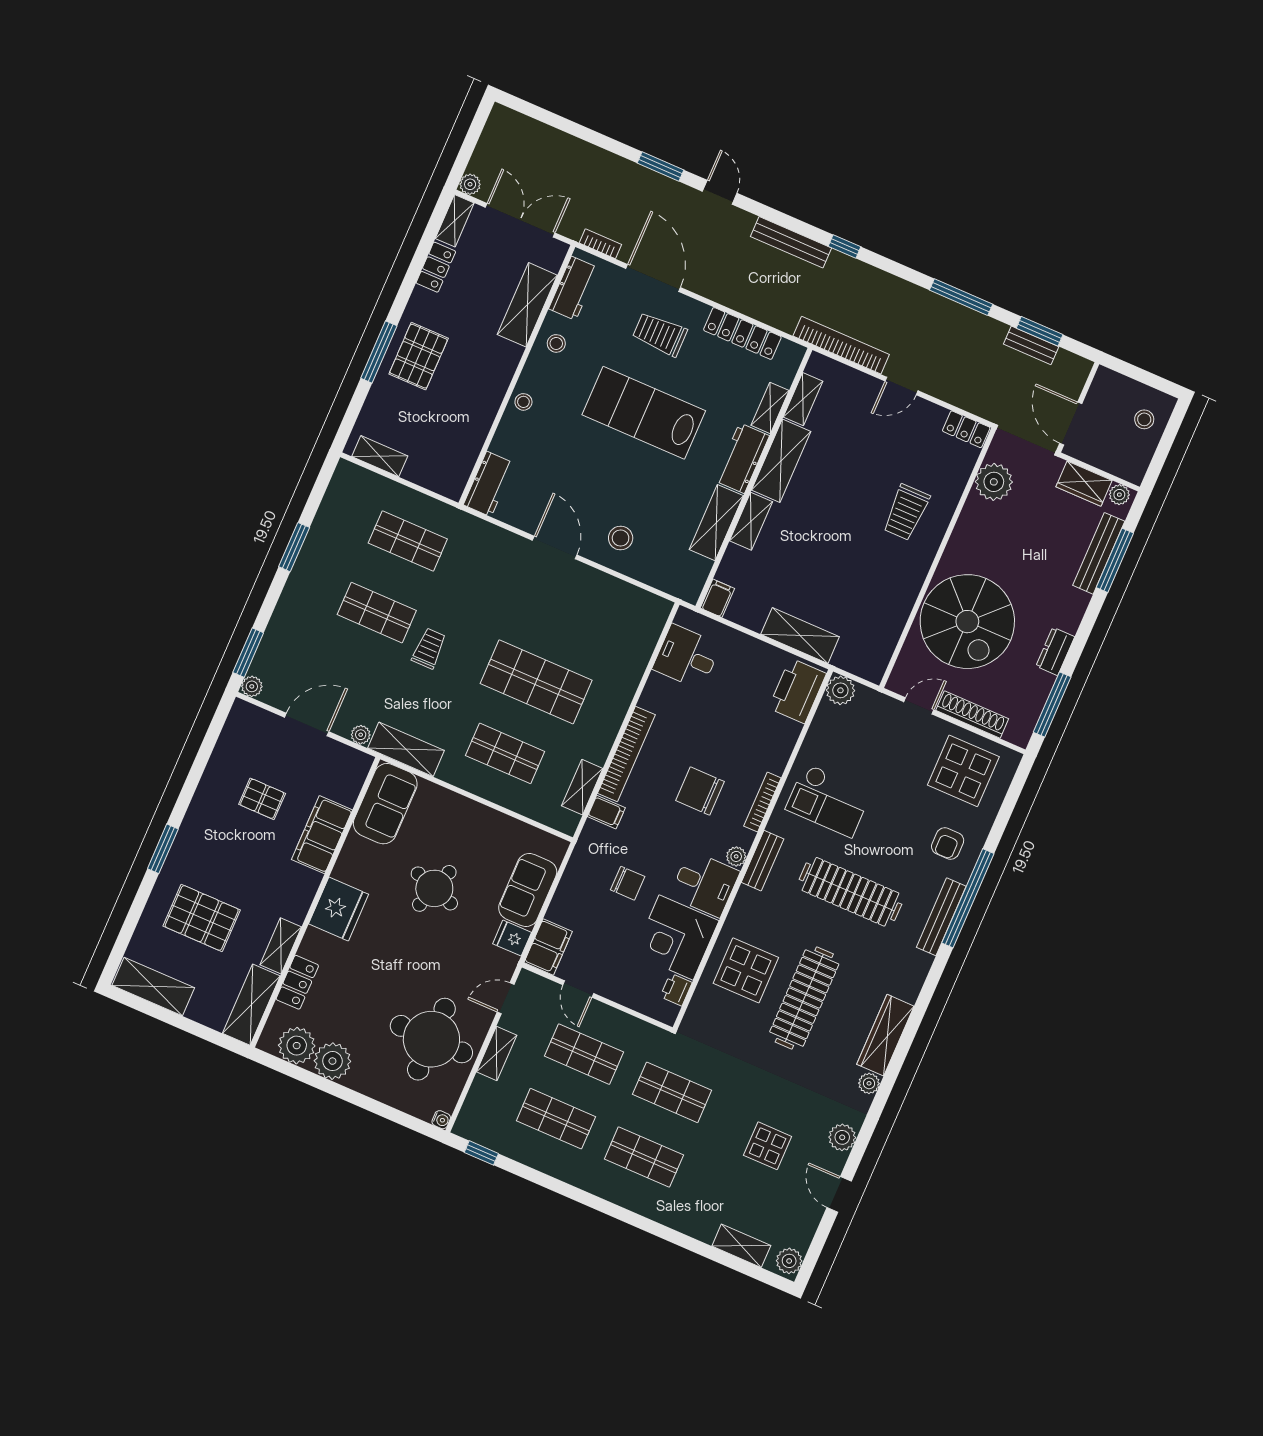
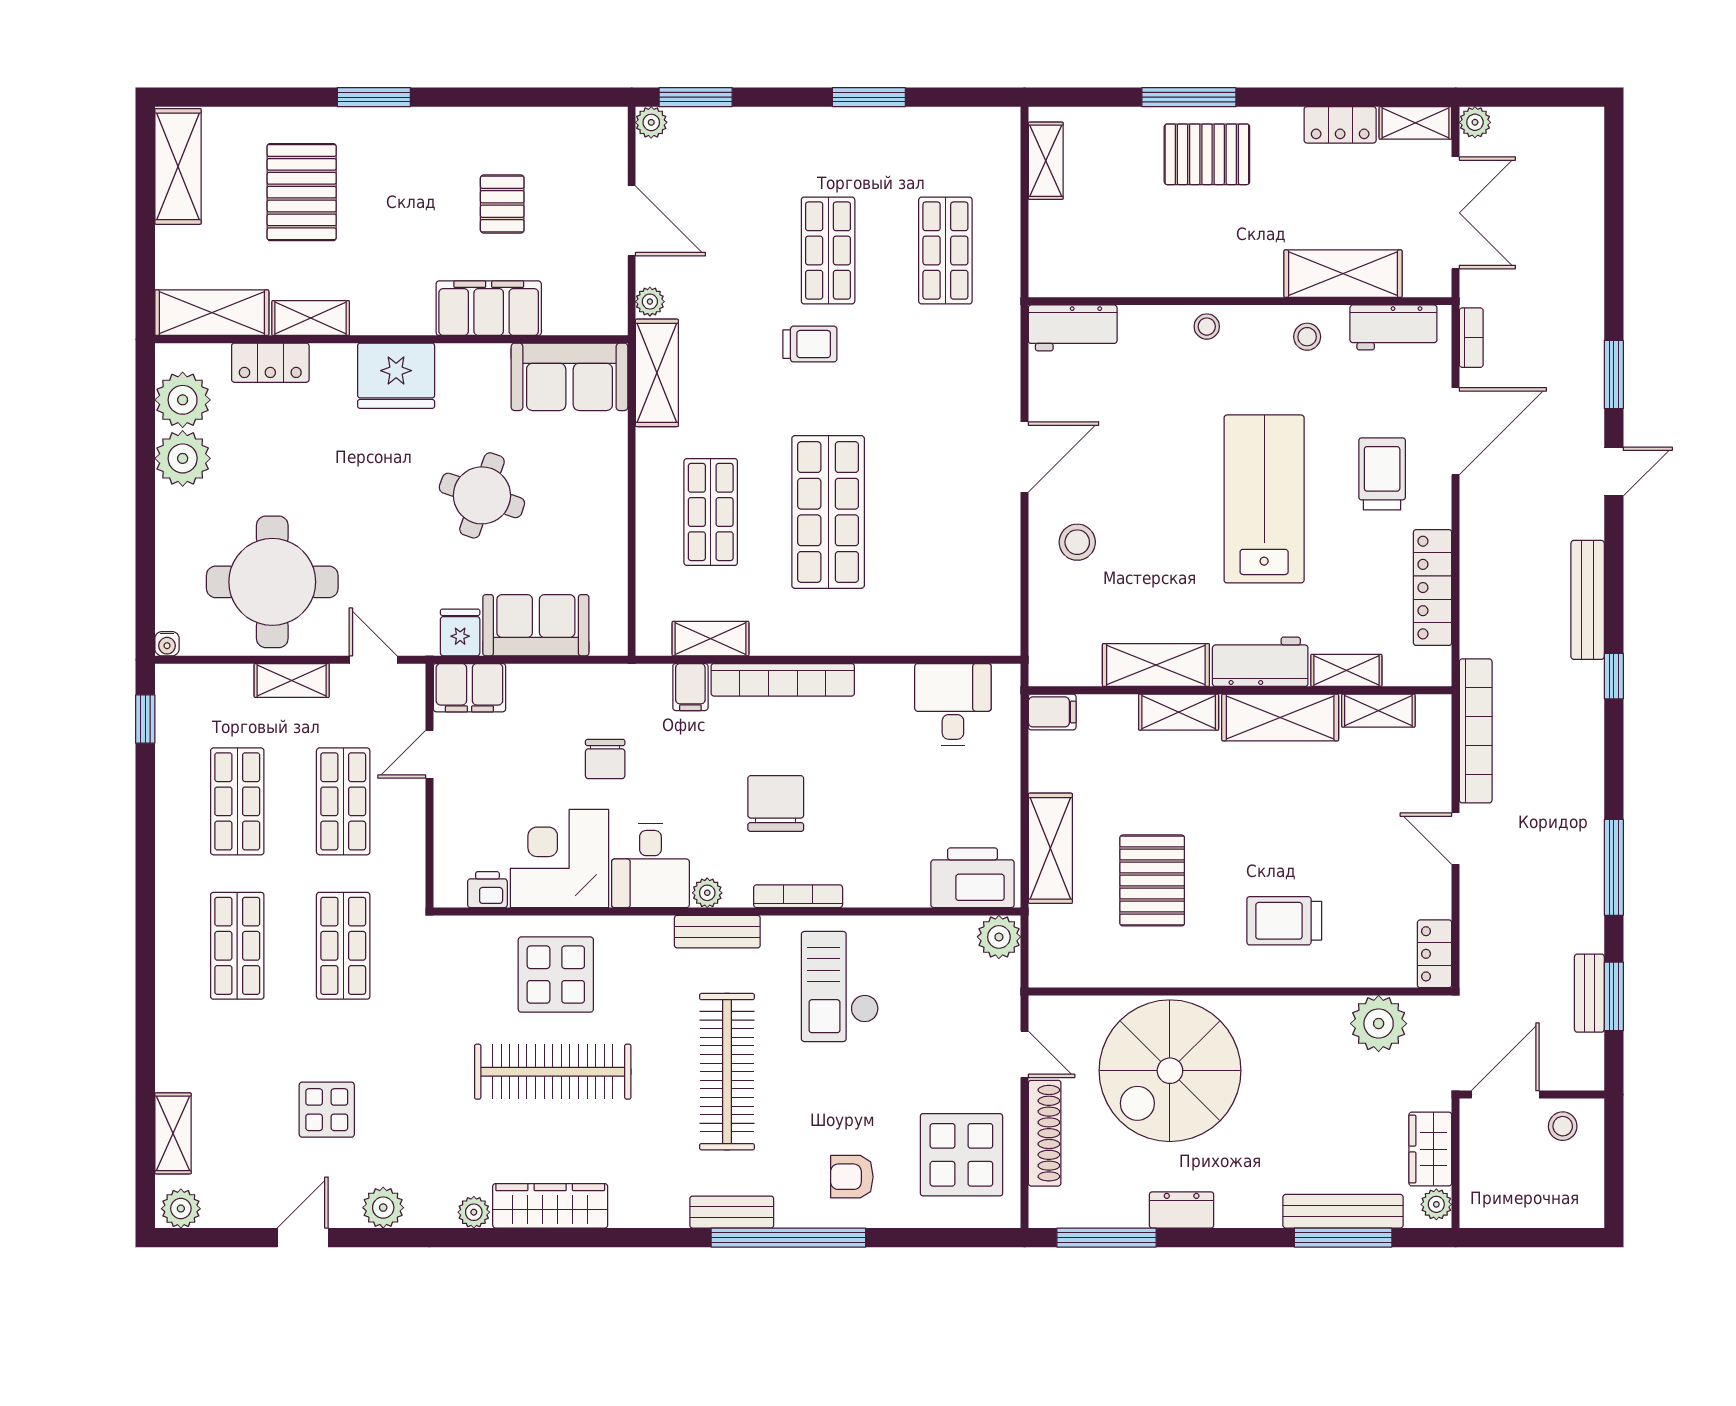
stool: (1144, 419) -> (1563, 1126), moved
pallet: (847, 582) -> (1152, 880), added
bench: (941, 917) -> (732, 1212), width x0.73

